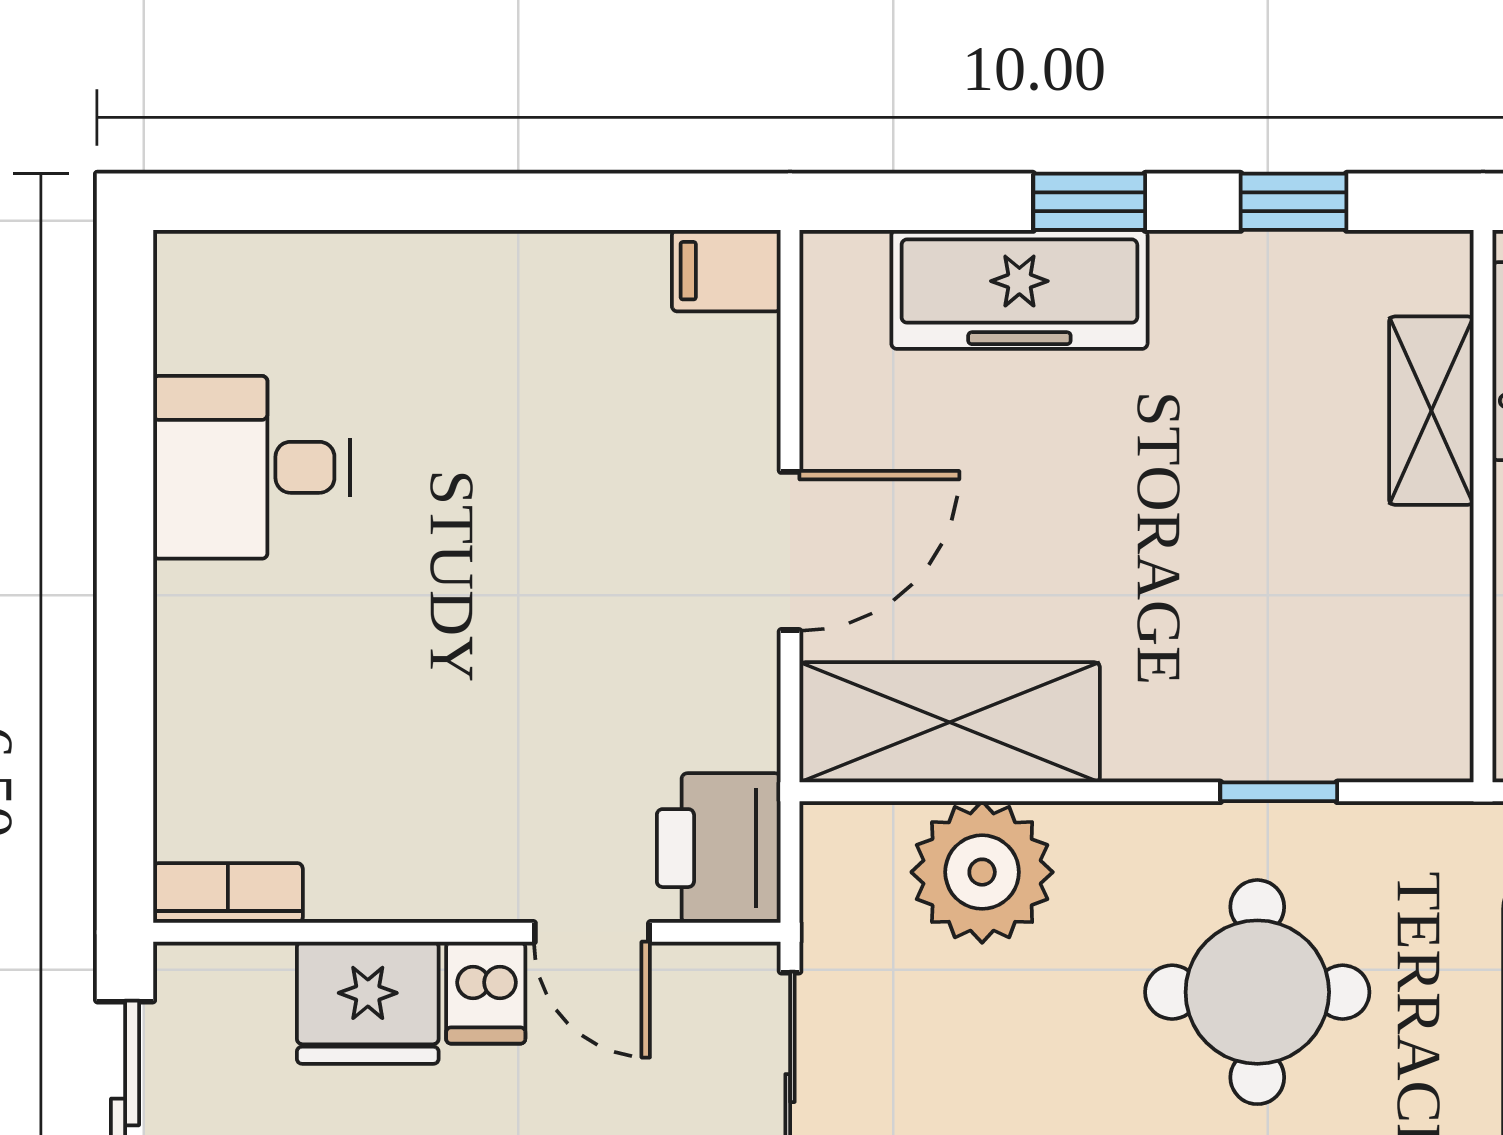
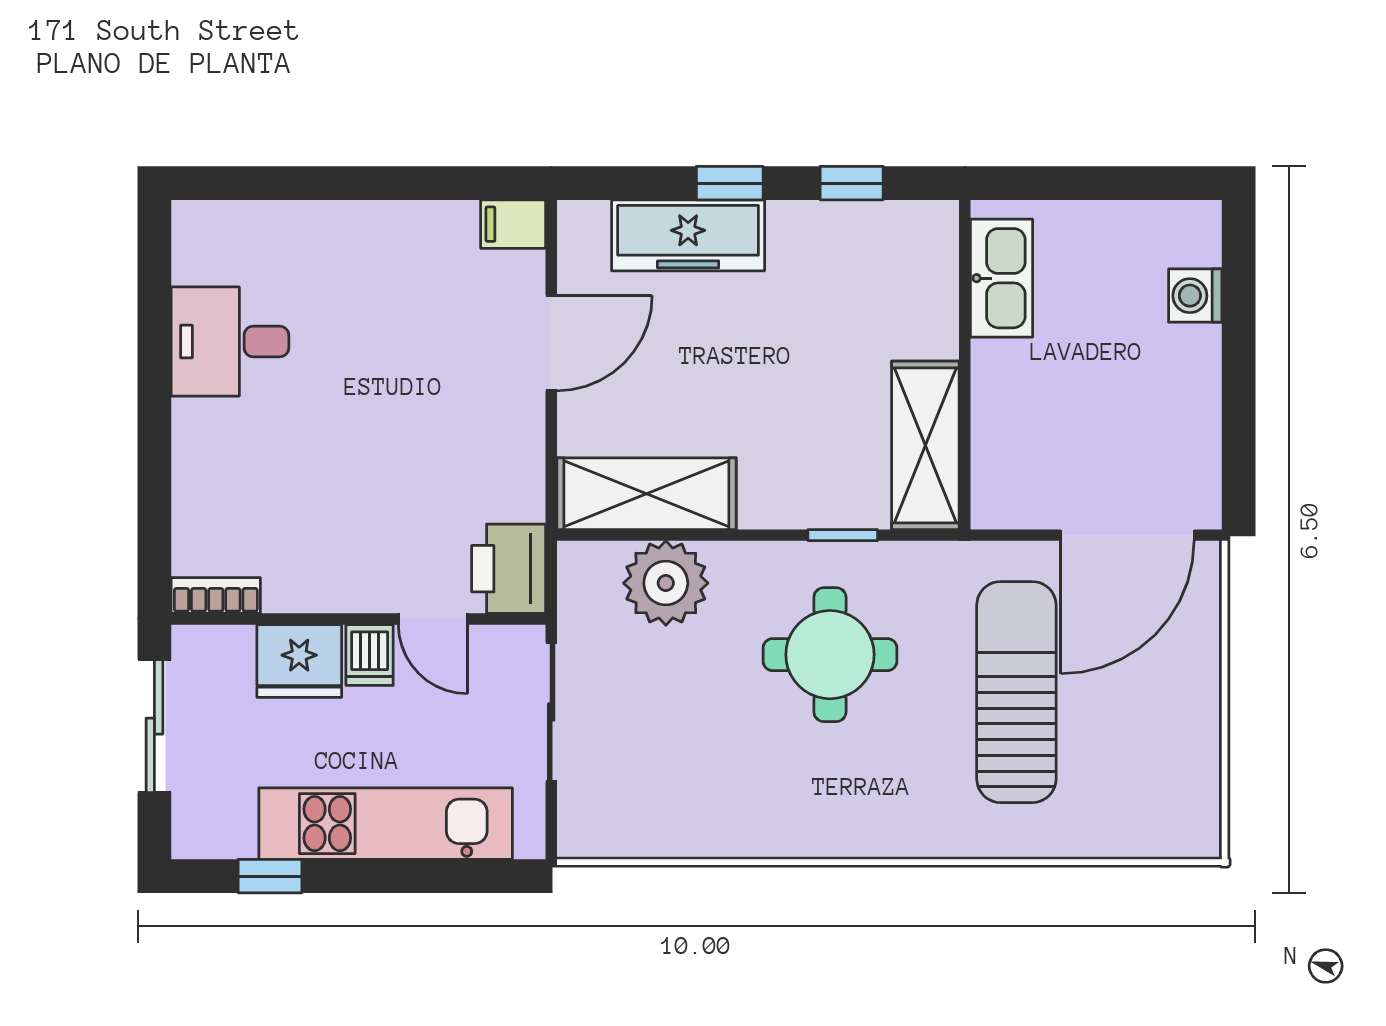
shelving: (1431, 411) -> (925, 445), moved, width x1.50, depth x1.33
door: (790, 551) -> (551, 343), moved

